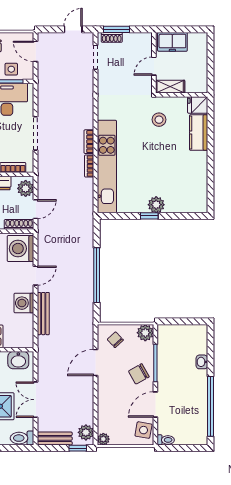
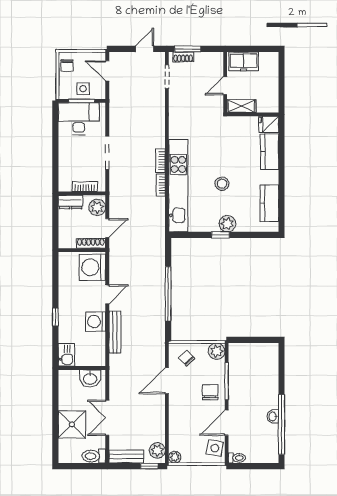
stool: (159, 120) -> (222, 184), moved
kitchen counter: (198, 184) -> (269, 203), added
washbasin: (202, 362) -> (273, 417), moved
chair: (139, 374) -> (210, 392), turned 119

